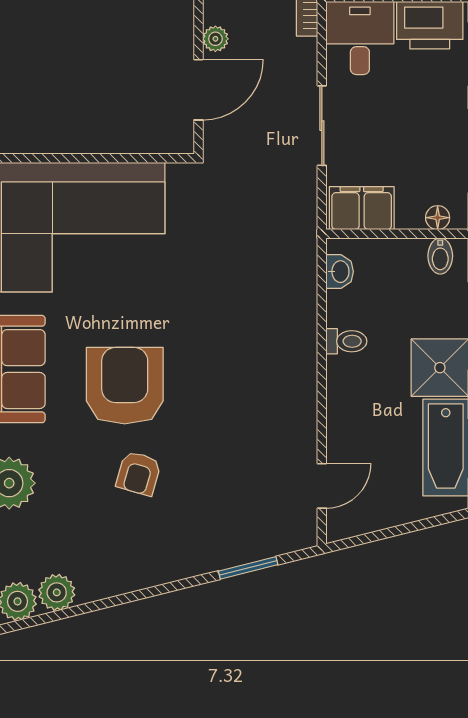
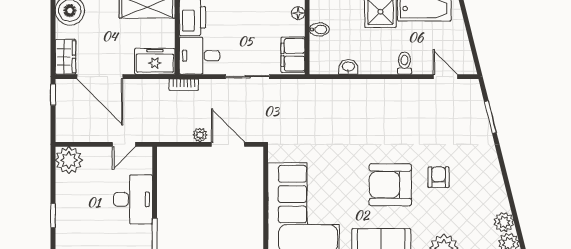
bidet: (440, 256) -> (319, 29), moved
washbasin: (340, 272) -> (348, 67), moved
toilet: (346, 341) -> (405, 63), moved
armchair: (139, 473) -> (439, 177), turned -106

